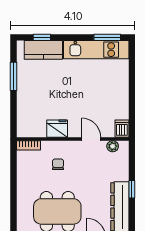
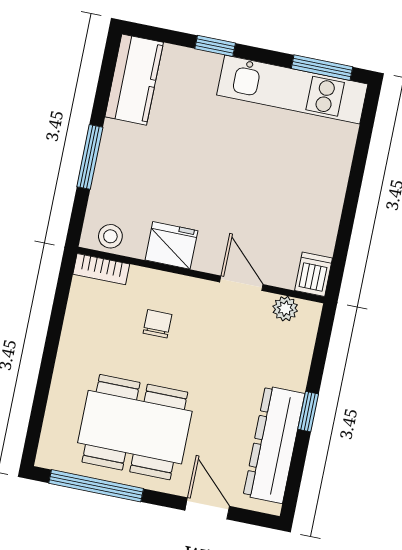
window: (42, 37) -> (215, 46), moved
kitchen counter: (43, 50) -> (134, 80), moved, turned -90
window: (14, 76) -> (90, 157), moved
stool: (30, 130) -> (110, 236), added

